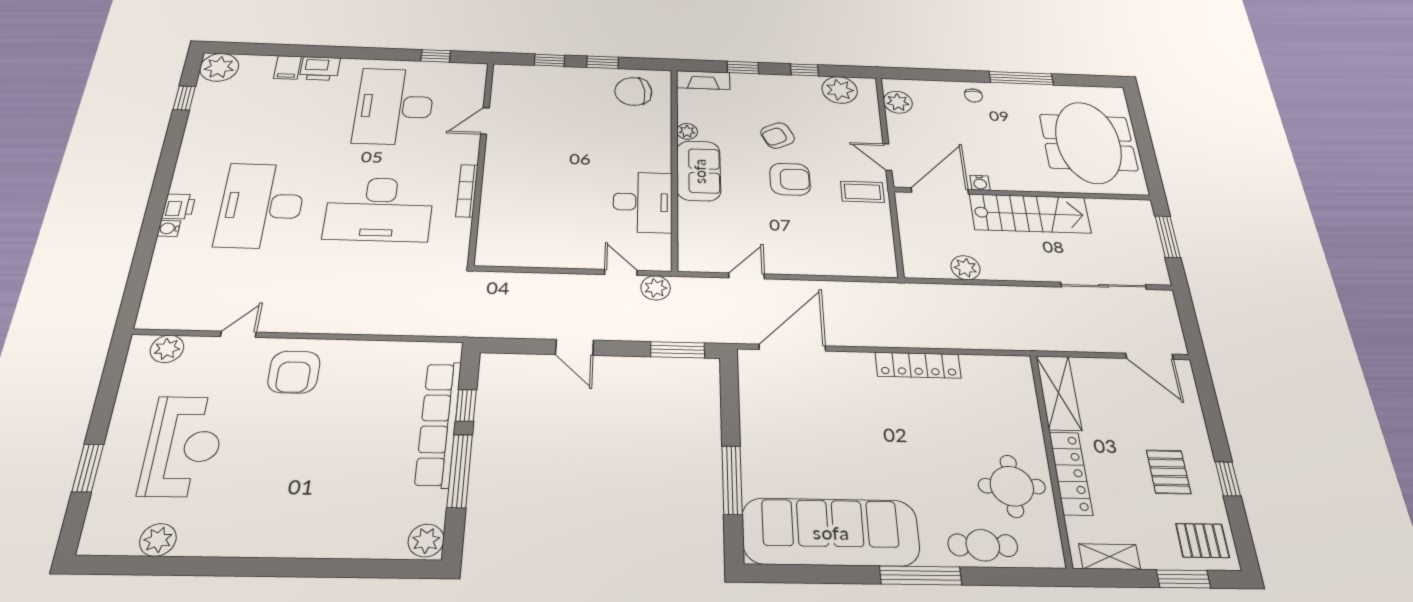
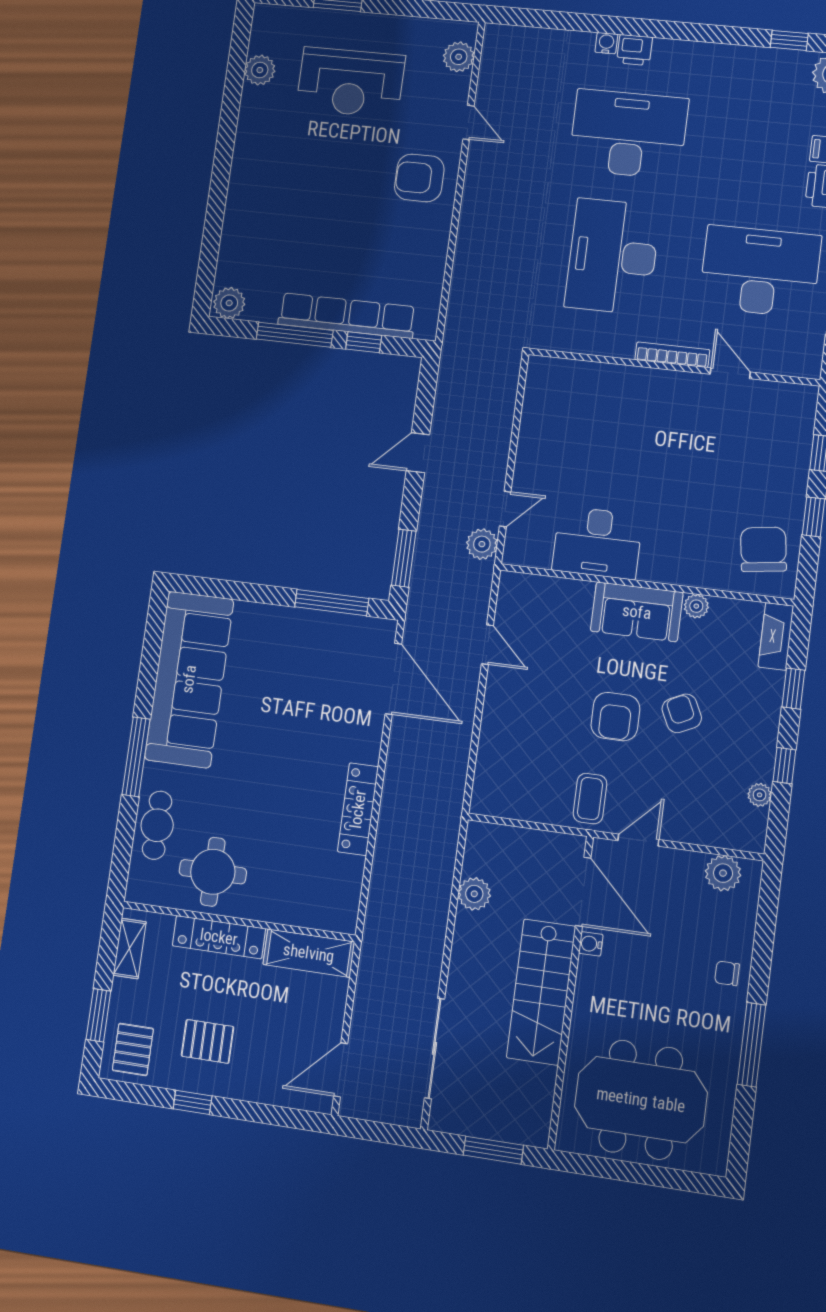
plant: (840, 90) -> (760, 795), width x0.53, depth x0.53
bookcase: (467, 191) -> (672, 355), moved
window: (732, 480) -> (332, 603), moved

